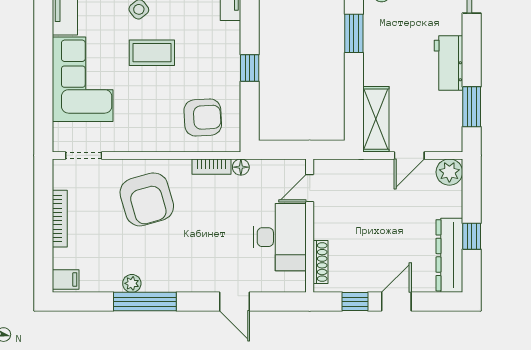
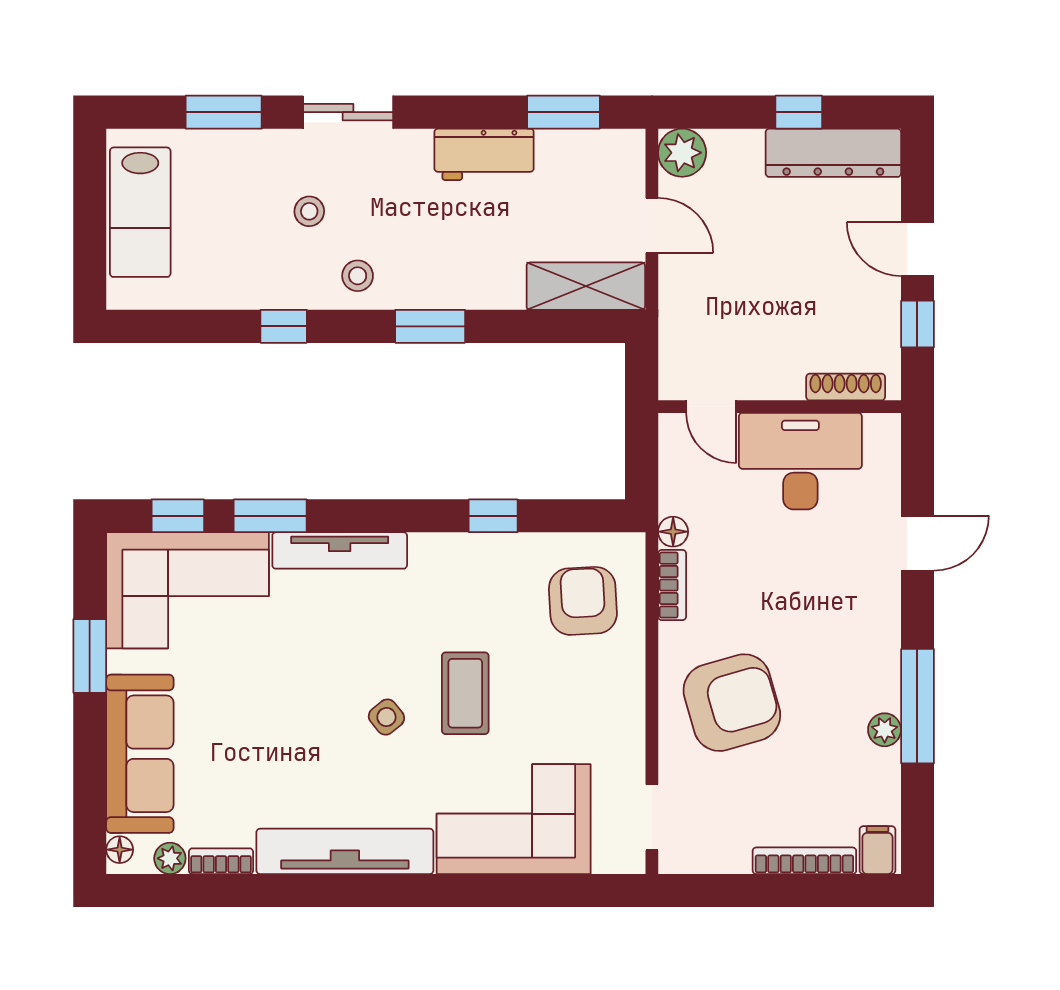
bookcase: (60, 219) -> (804, 861), moved

